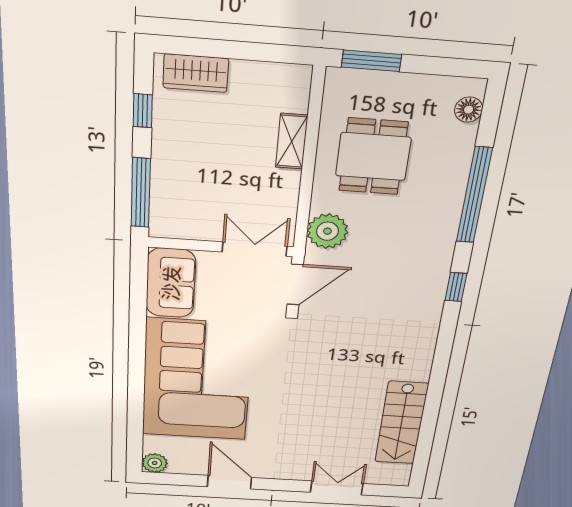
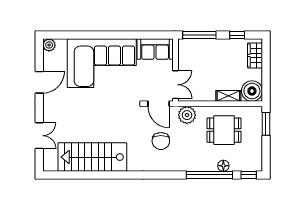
boiler: (285, 87) -> (252, 91), added
floor lamp: (469, 110) -> (223, 166), moved
chair: (380, 286) -> (161, 141), added
window: (456, 287) -> (249, 175), moved
stairs: (401, 423) -> (92, 157), width x1.36, depth x1.51

